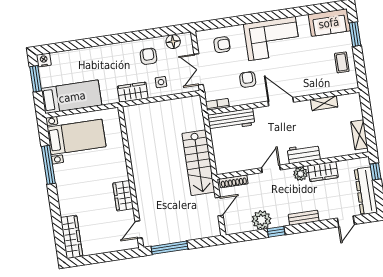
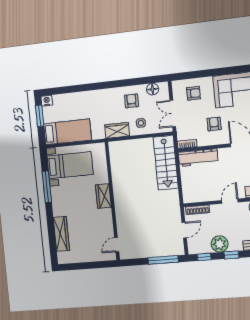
stairs: (198, 163) -> (166, 163), moved
wardrobe: (123, 196) -> (103, 196), moved
wardrobe: (72, 237) -> (61, 234), moved
window: (244, 237) -> (204, 257), added
window: (169, 248) -> (163, 260), moved

